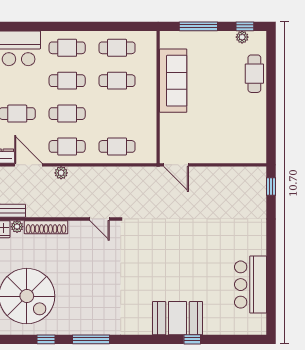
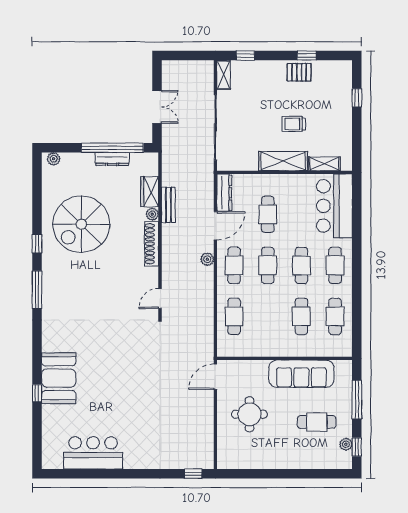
cafe table: (254, 74) -> (317, 422), moved
round table: (213, 131) -> (250, 414), added

